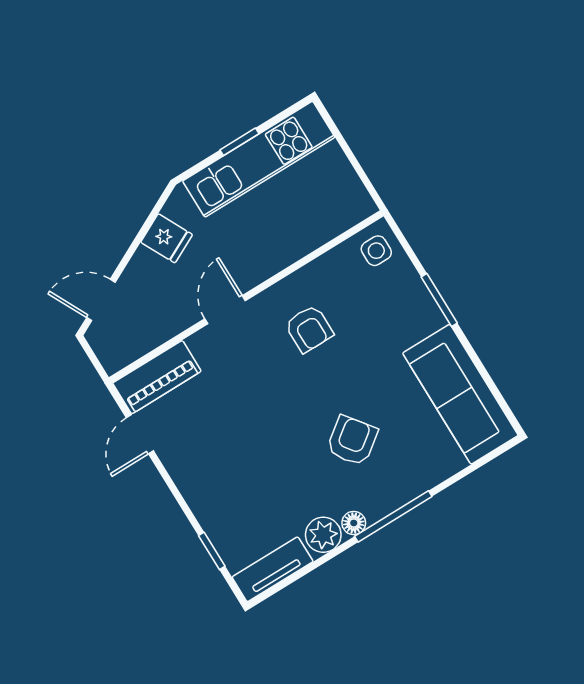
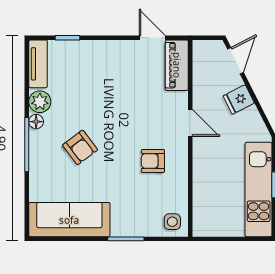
fridge: (167, 238) -> (239, 99), moved

